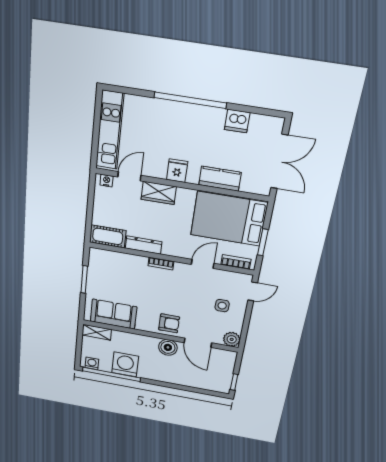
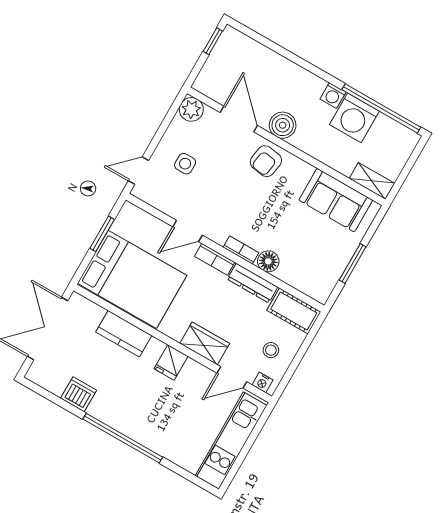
stool: (111, 205) -> (271, 350), added
bookcase: (236, 262) -> (215, 259), moved
floor lamp: (139, 263) -> (268, 261), added
armchair: (169, 323) -> (266, 161), turned -81
washing machine: (92, 363) -> (333, 96), moved

